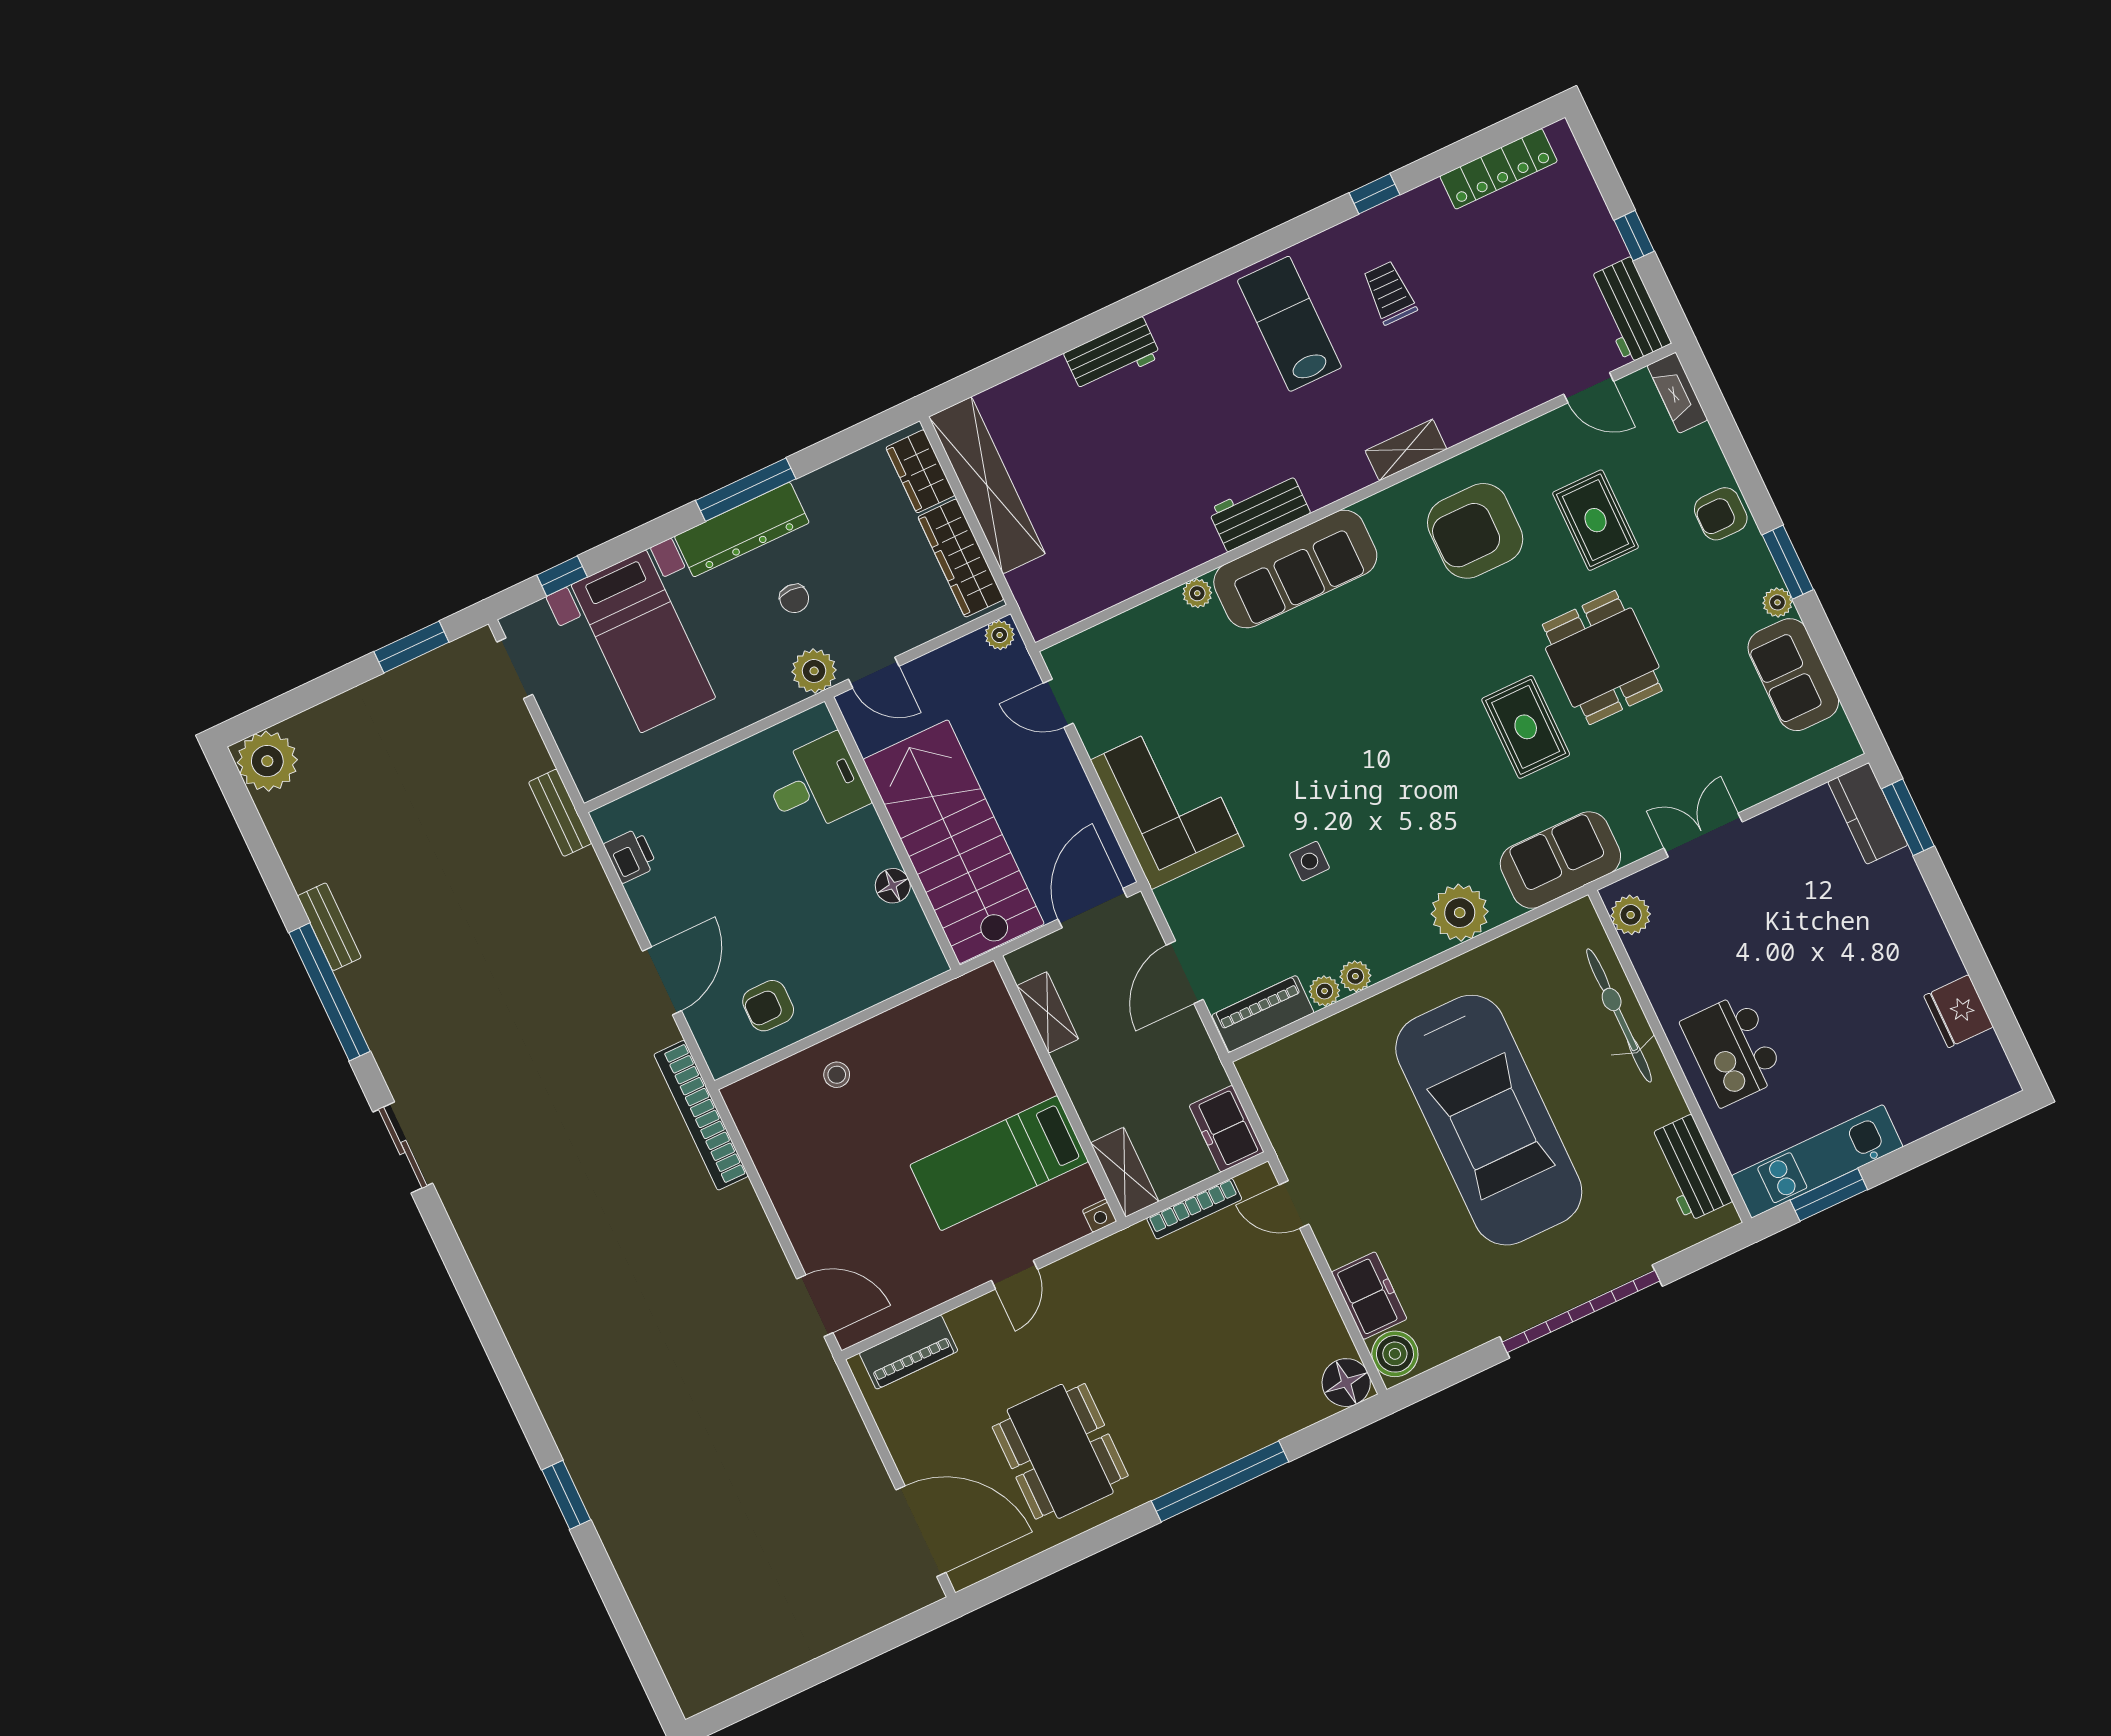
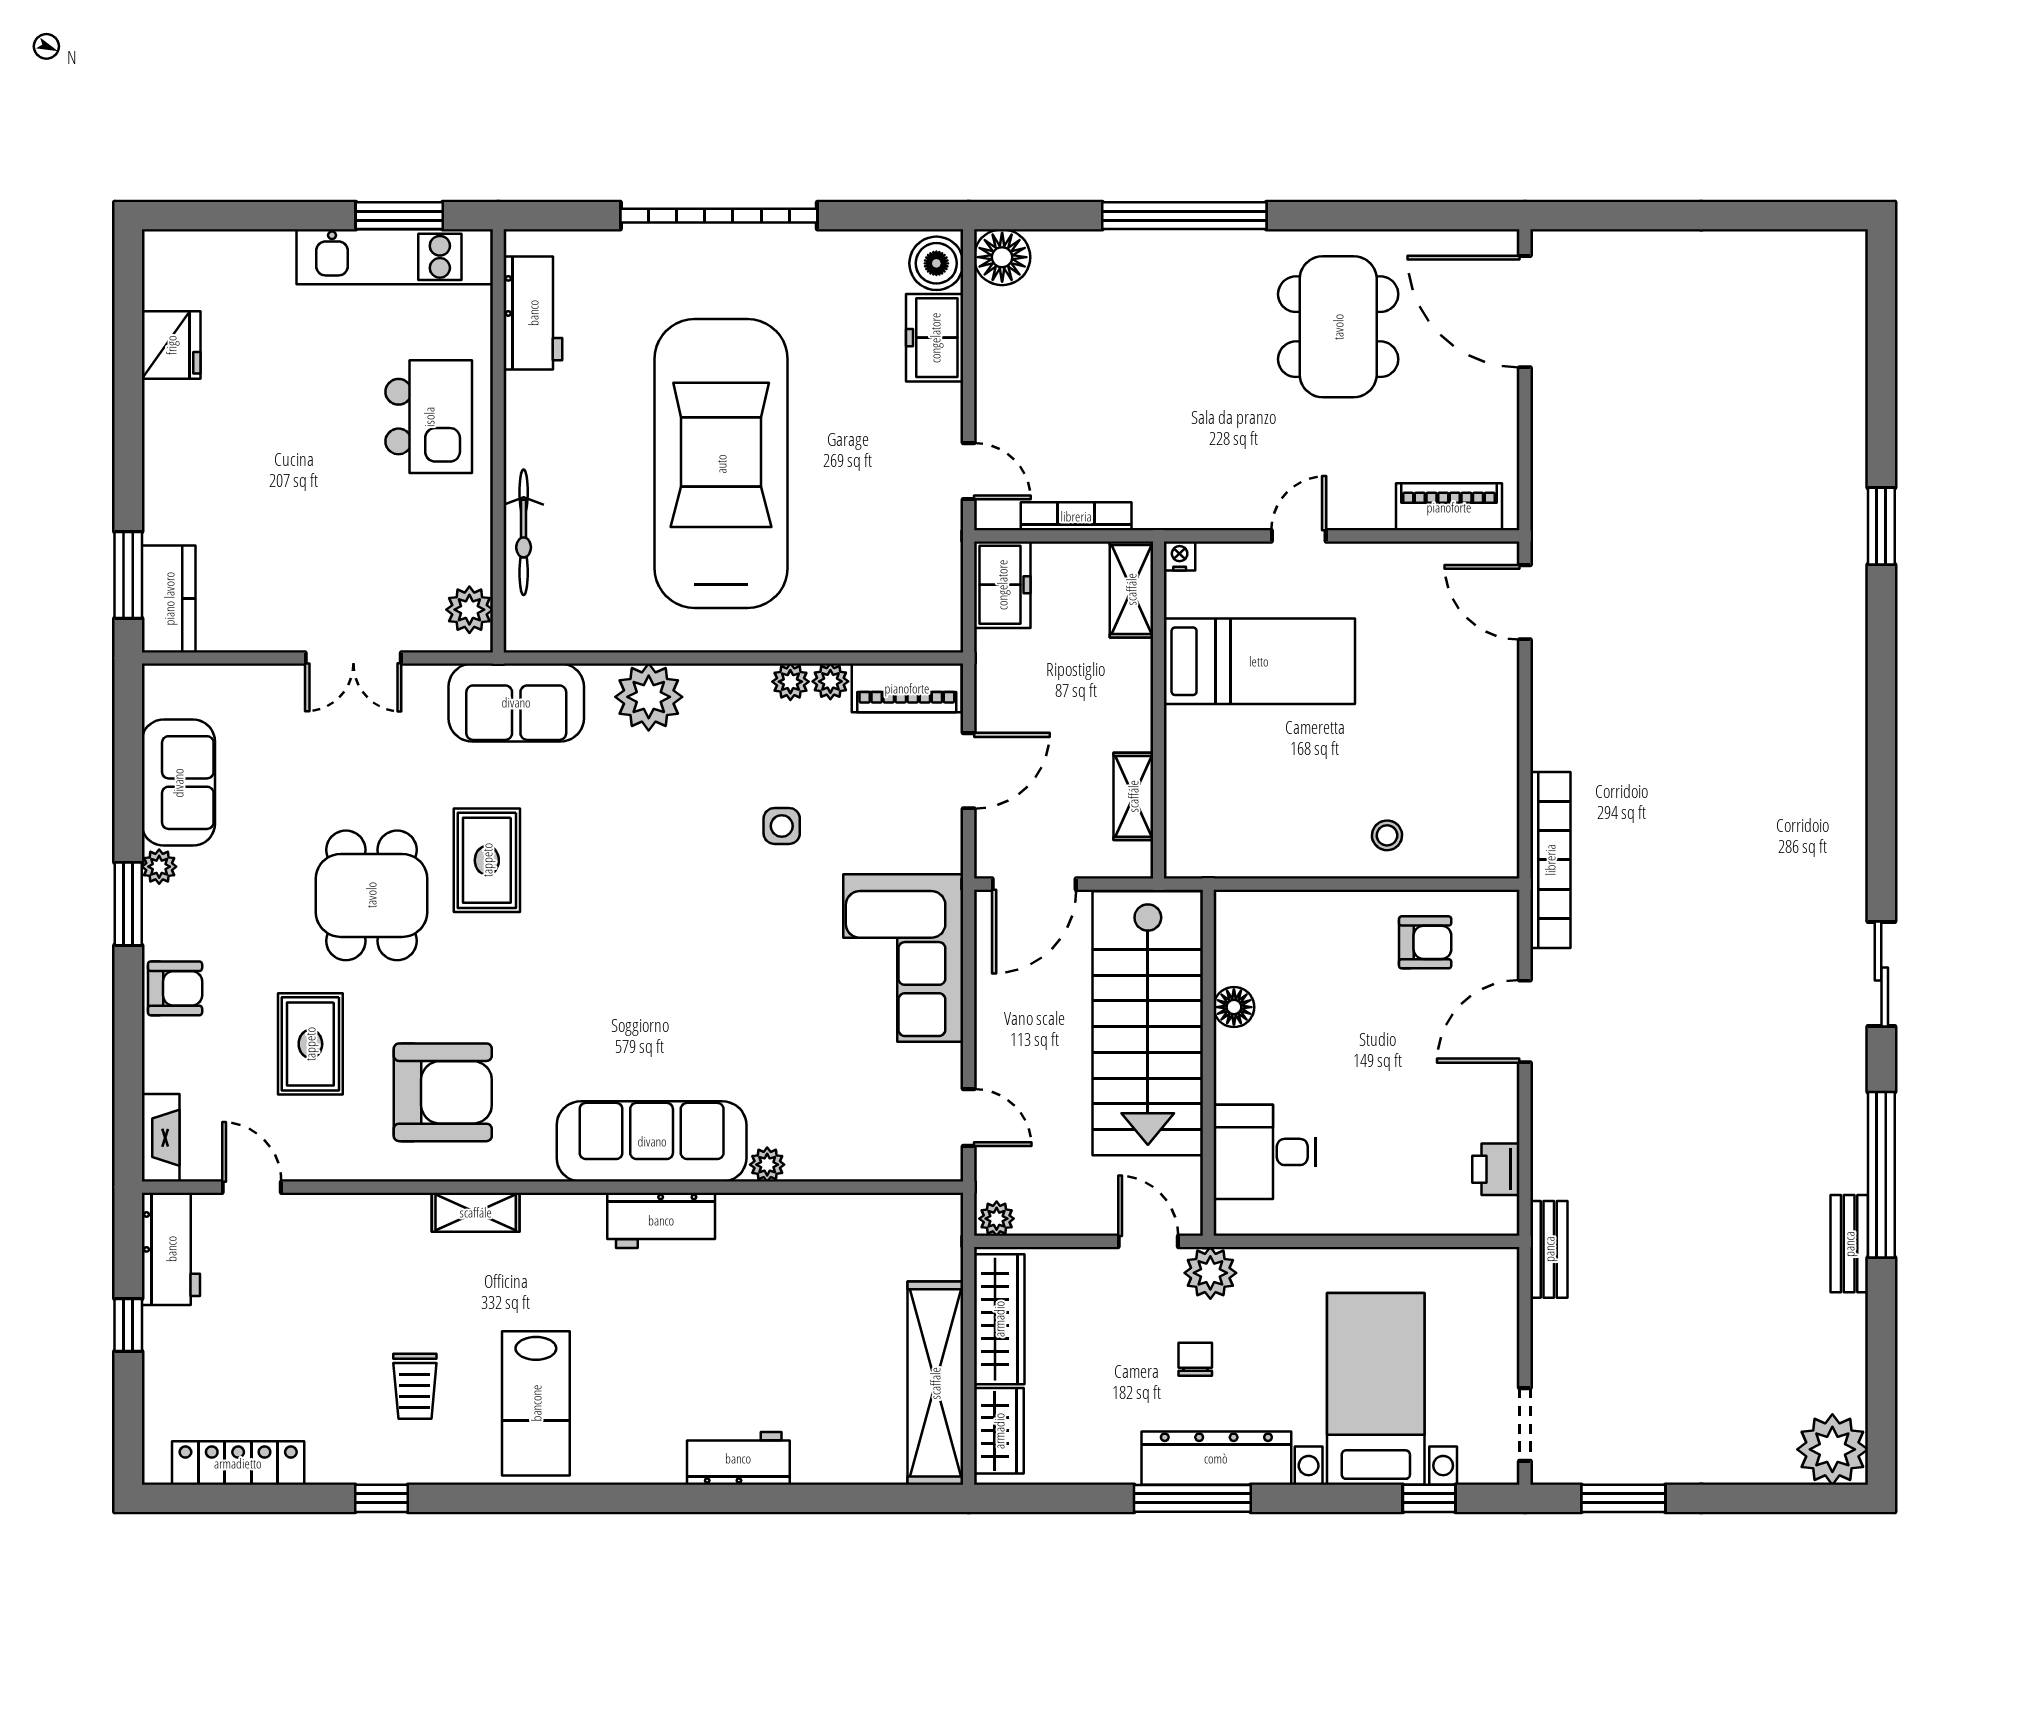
bicycle: (1619, 1015) -> (524, 532), width x0.73, depth x0.71

